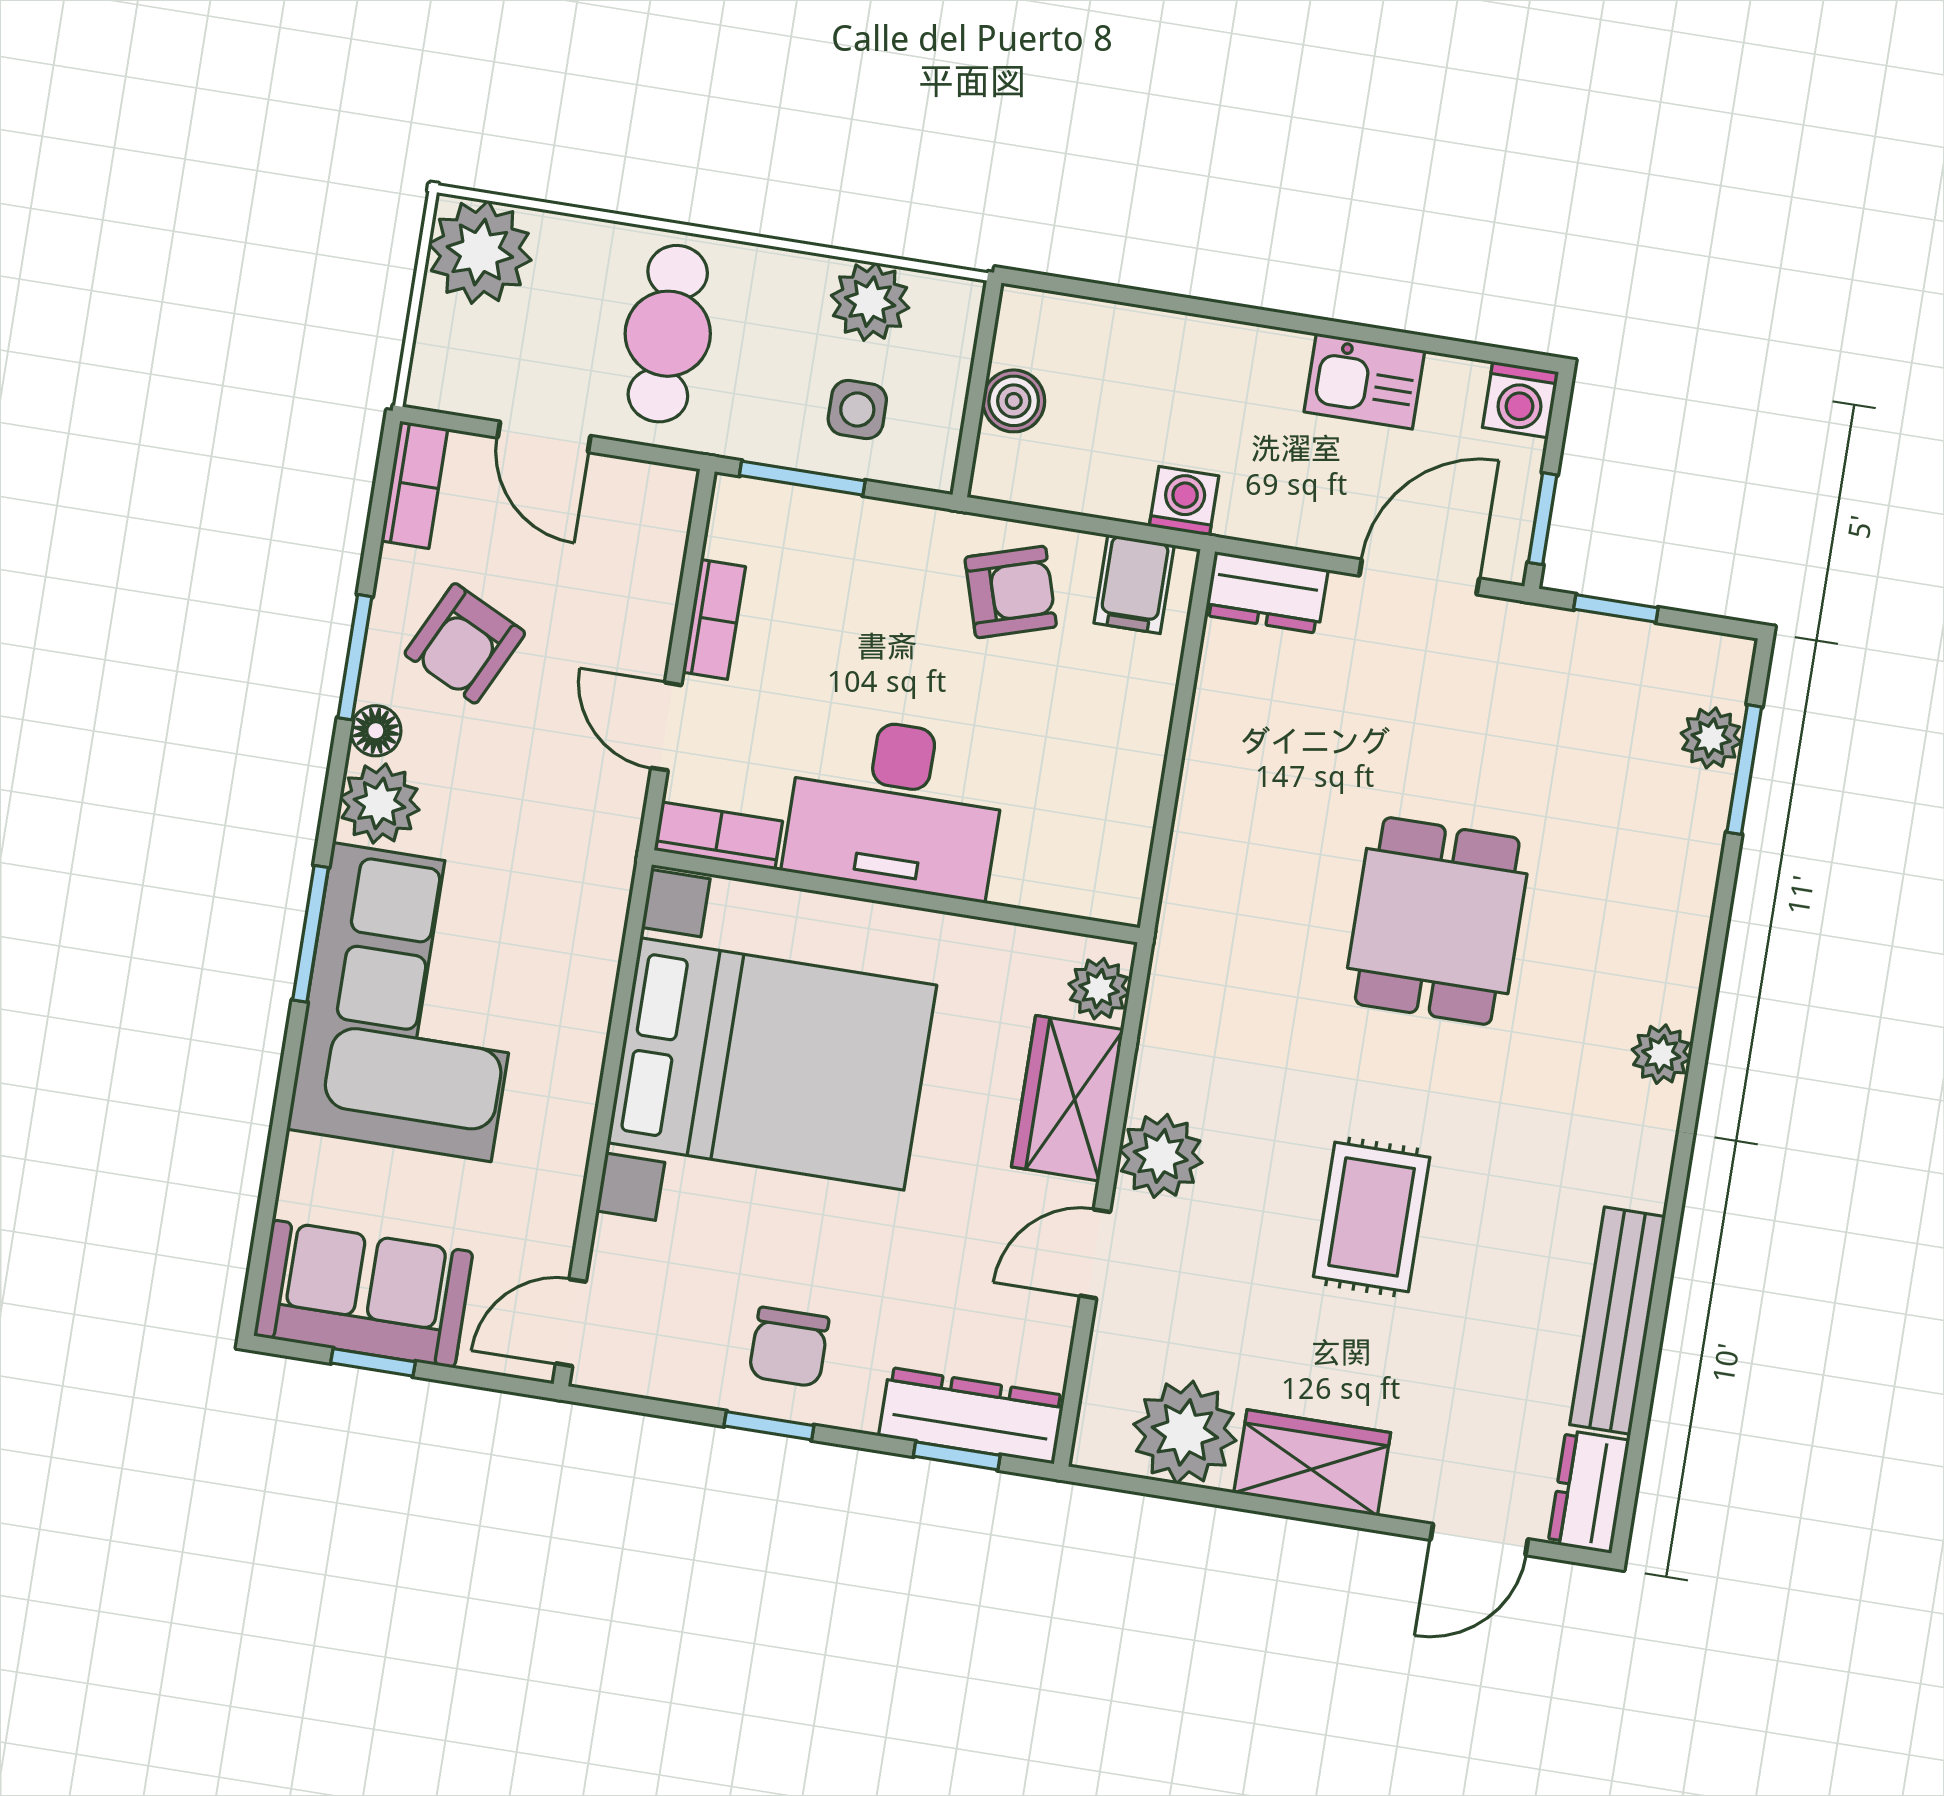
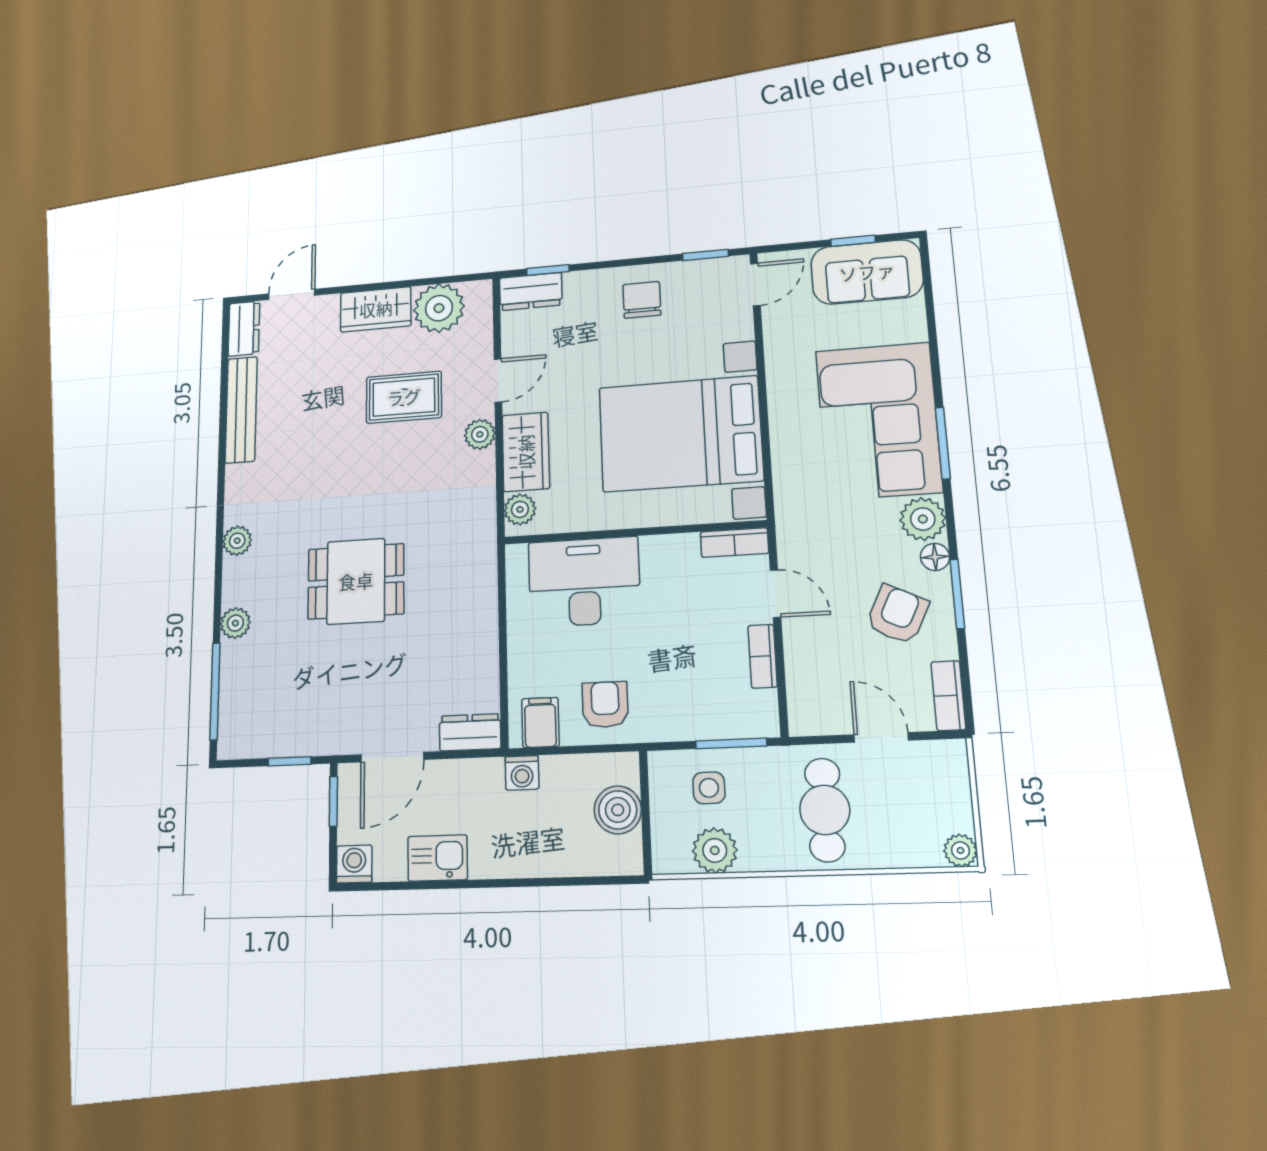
plant: (480, 252) -> (960, 850), width x0.53, depth x0.53
boiler: (1014, 401) -> (618, 810), width x1.36, depth x1.36
armchair: (1011, 592) -> (605, 705), turned 107
plant: (1711, 738) -> (235, 623), moved
window: (1744, 770) -> (215, 691), width x1.44
desk: (896, 807) -> (584, 582), moved
dining table: (1437, 921) -> (356, 581), turned 90
plant: (1161, 1156) -> (480, 434), width x0.73, depth x0.73
rug: (1372, 1217) -> (404, 397), moved, turned 90
dresser: (972, 1416) -> (531, 291), width x0.70
window: (769, 1426) -> (706, 255), moved

